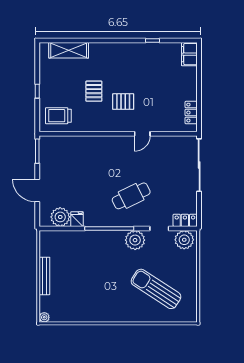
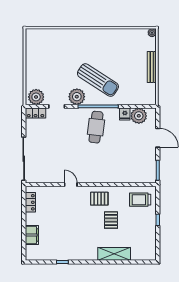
shelving: (69, 50) -> (114, 254), moved
filing cabinet: (189, 54) -> (32, 235), moved
pallet: (123, 102) -> (99, 199), moved
trolley: (58, 116) -> (140, 200), turned 180
door: (142, 134) -> (71, 185), hinge flipped
cafe table: (131, 196) -> (96, 127), moved, turned -57
sun lounger: (156, 289) -> (98, 80), moved

